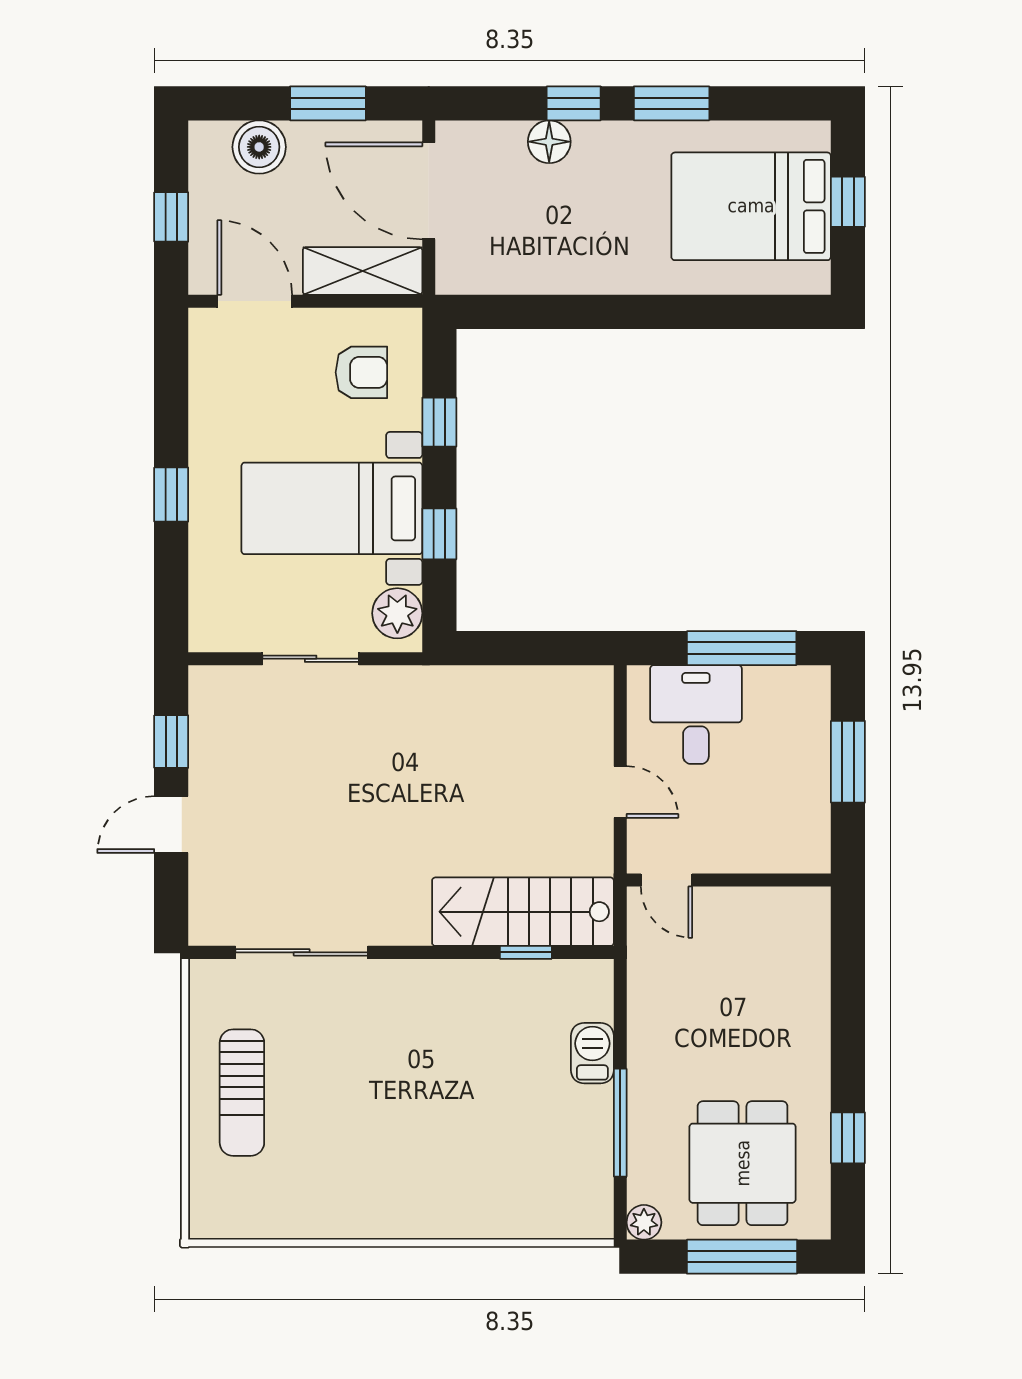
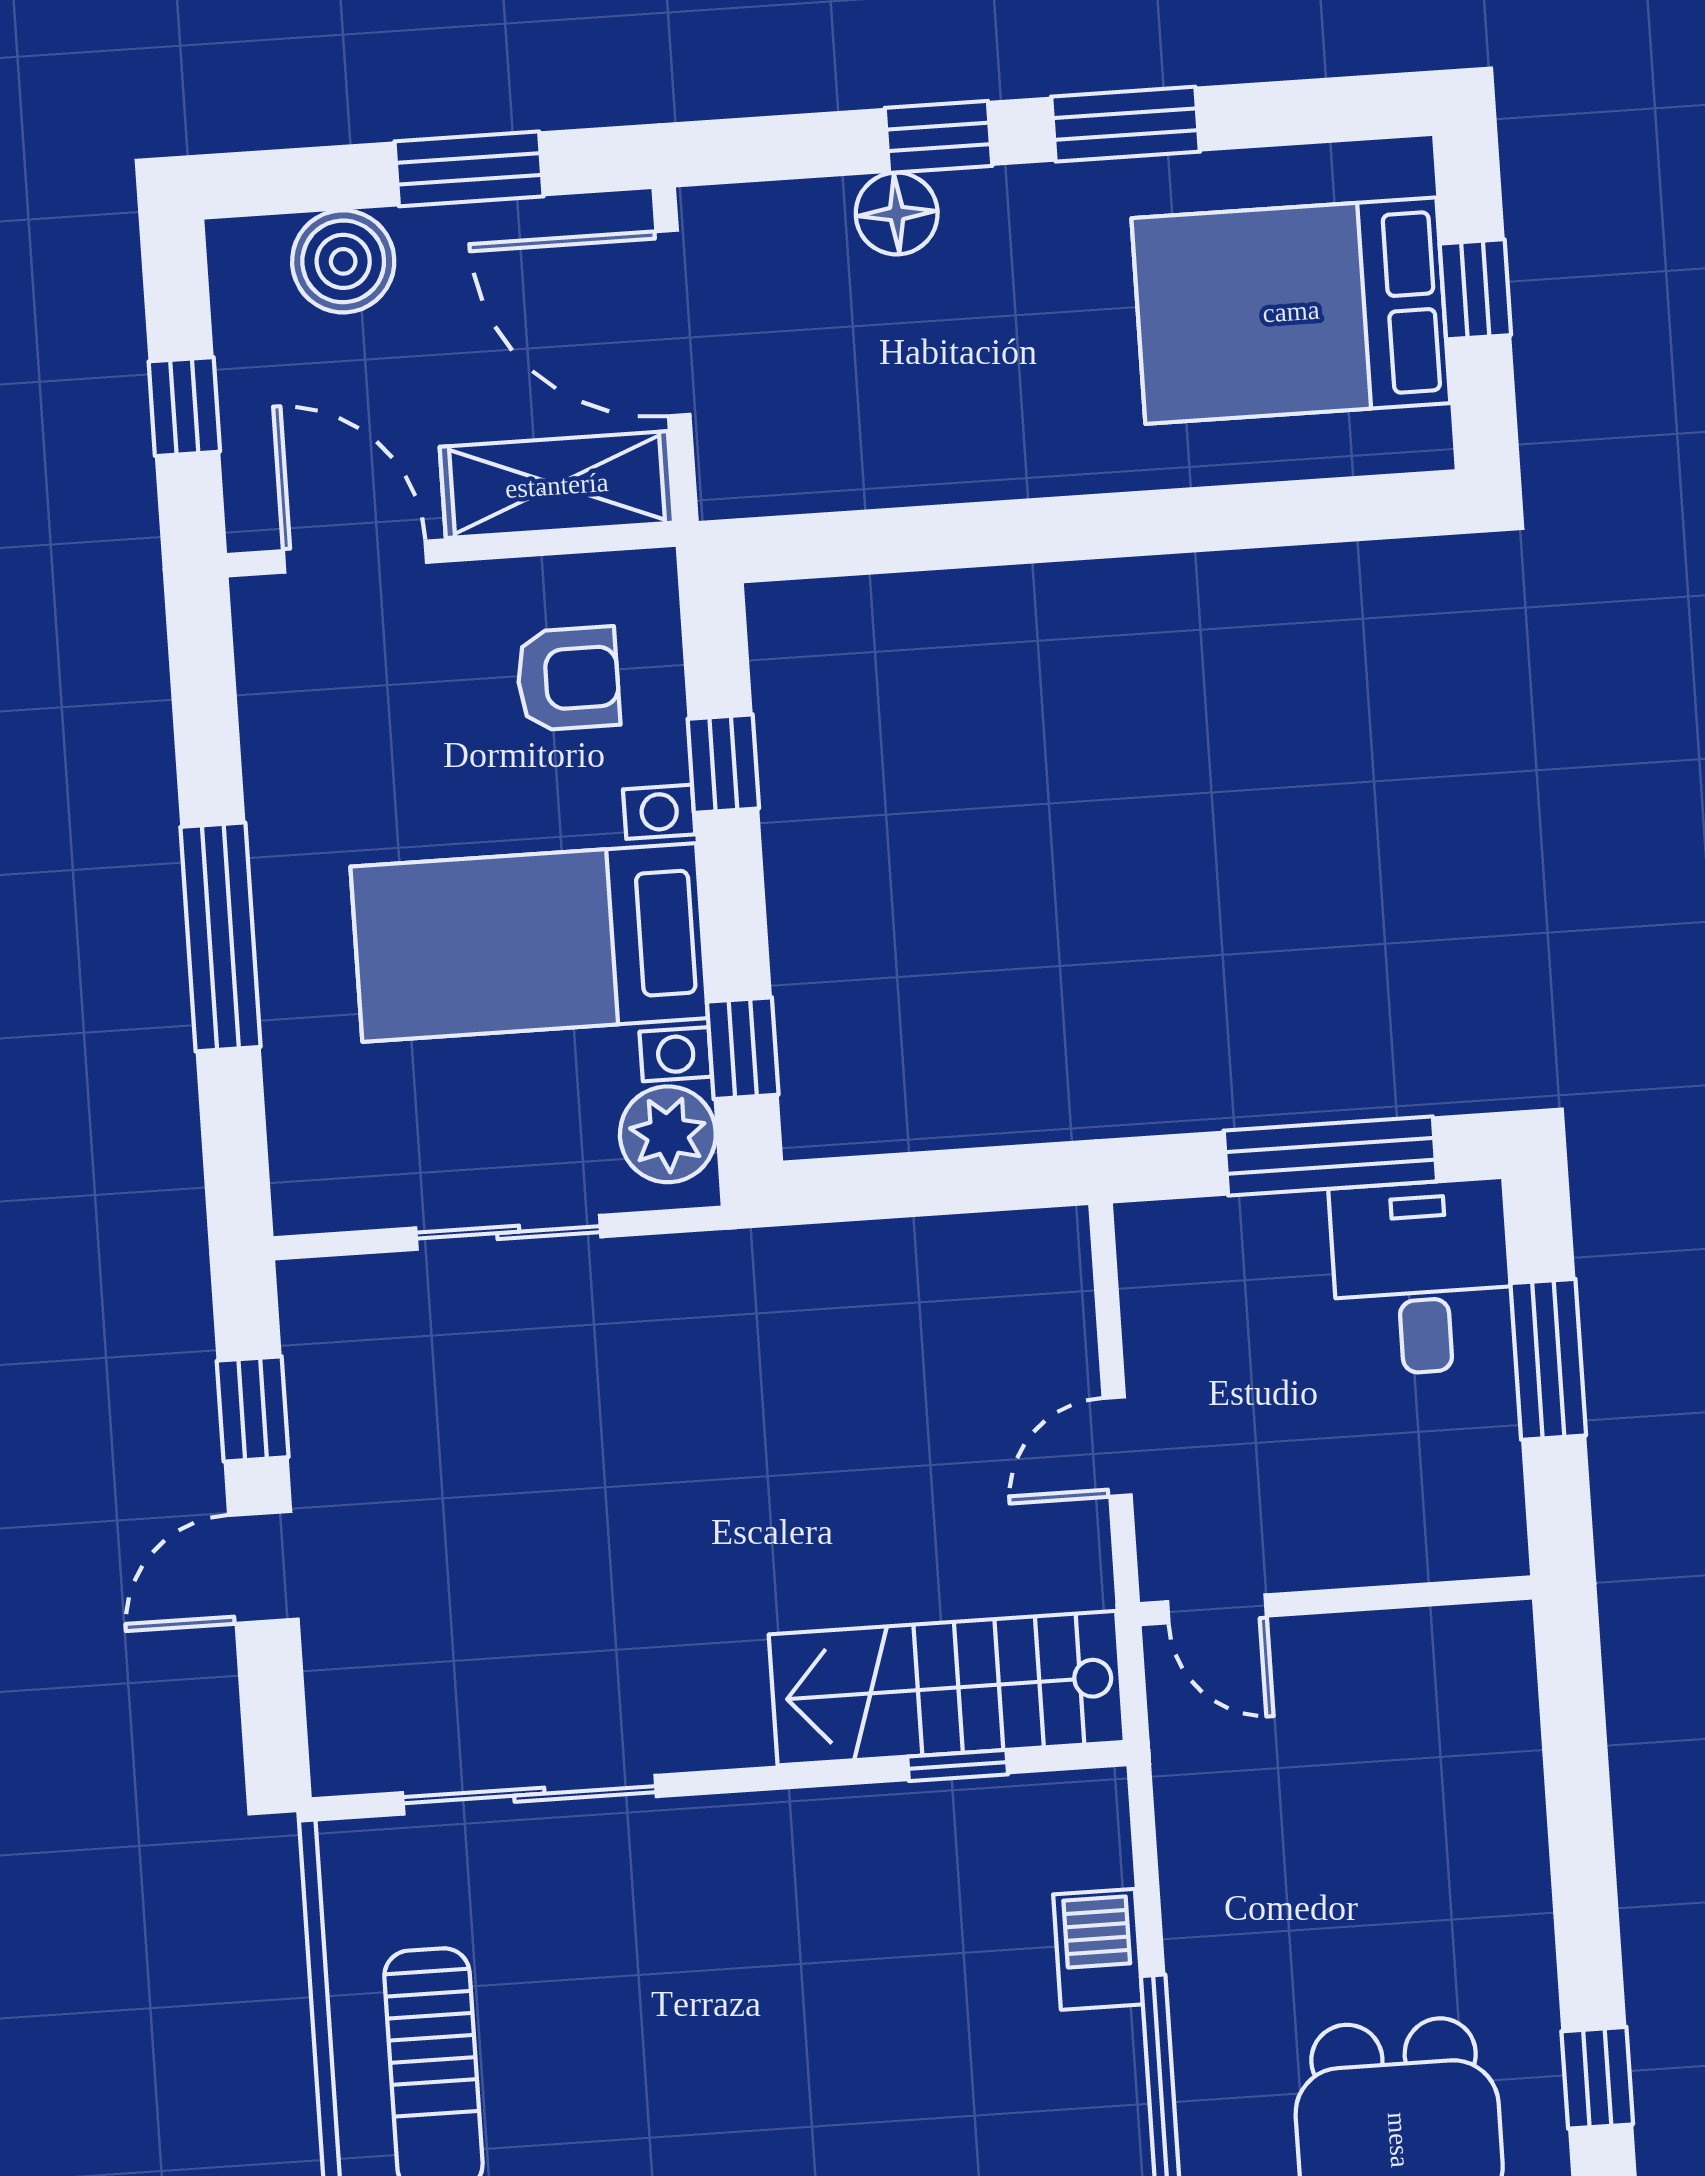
window: (171, 495) -> (220, 937), width x2.17
window: (439, 534) -> (743, 1048), moved
desk: (696, 715) -> (1422, 1277), moved
door: (620, 792) -> (1117, 1447), swing flipped

